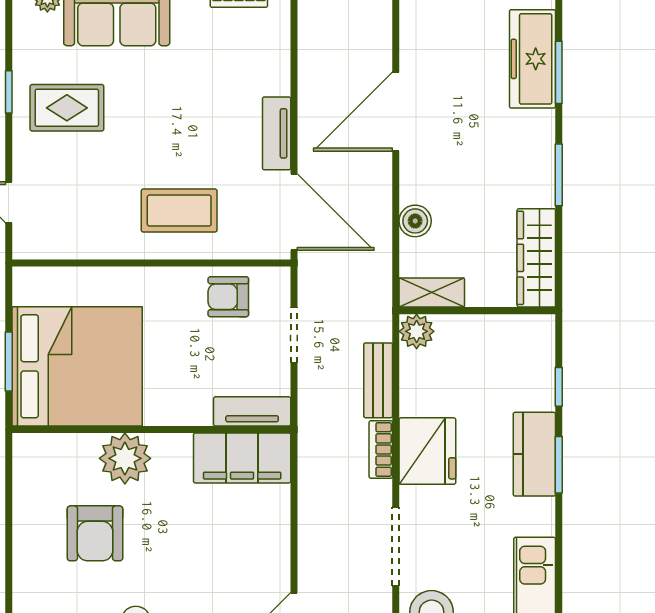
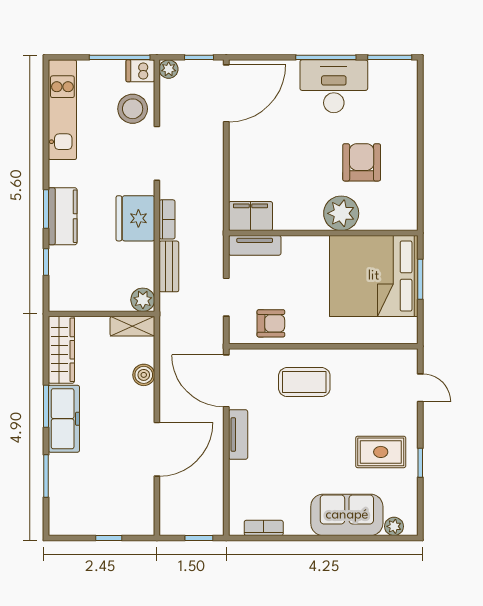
freezer: (532, 59) -> (64, 419), moved
filing cabinet: (242, 458) -> (251, 216), width x0.67, depth x0.86

